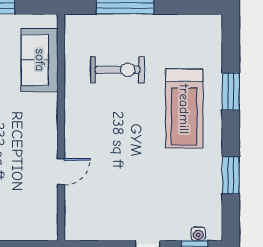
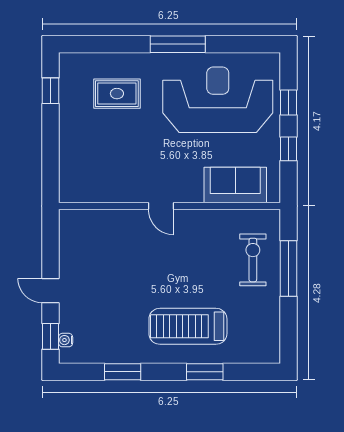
exercise bike: (118, 70) -> (253, 260), moved, turned 180
door: (61, 172) -> (161, 206), moved

